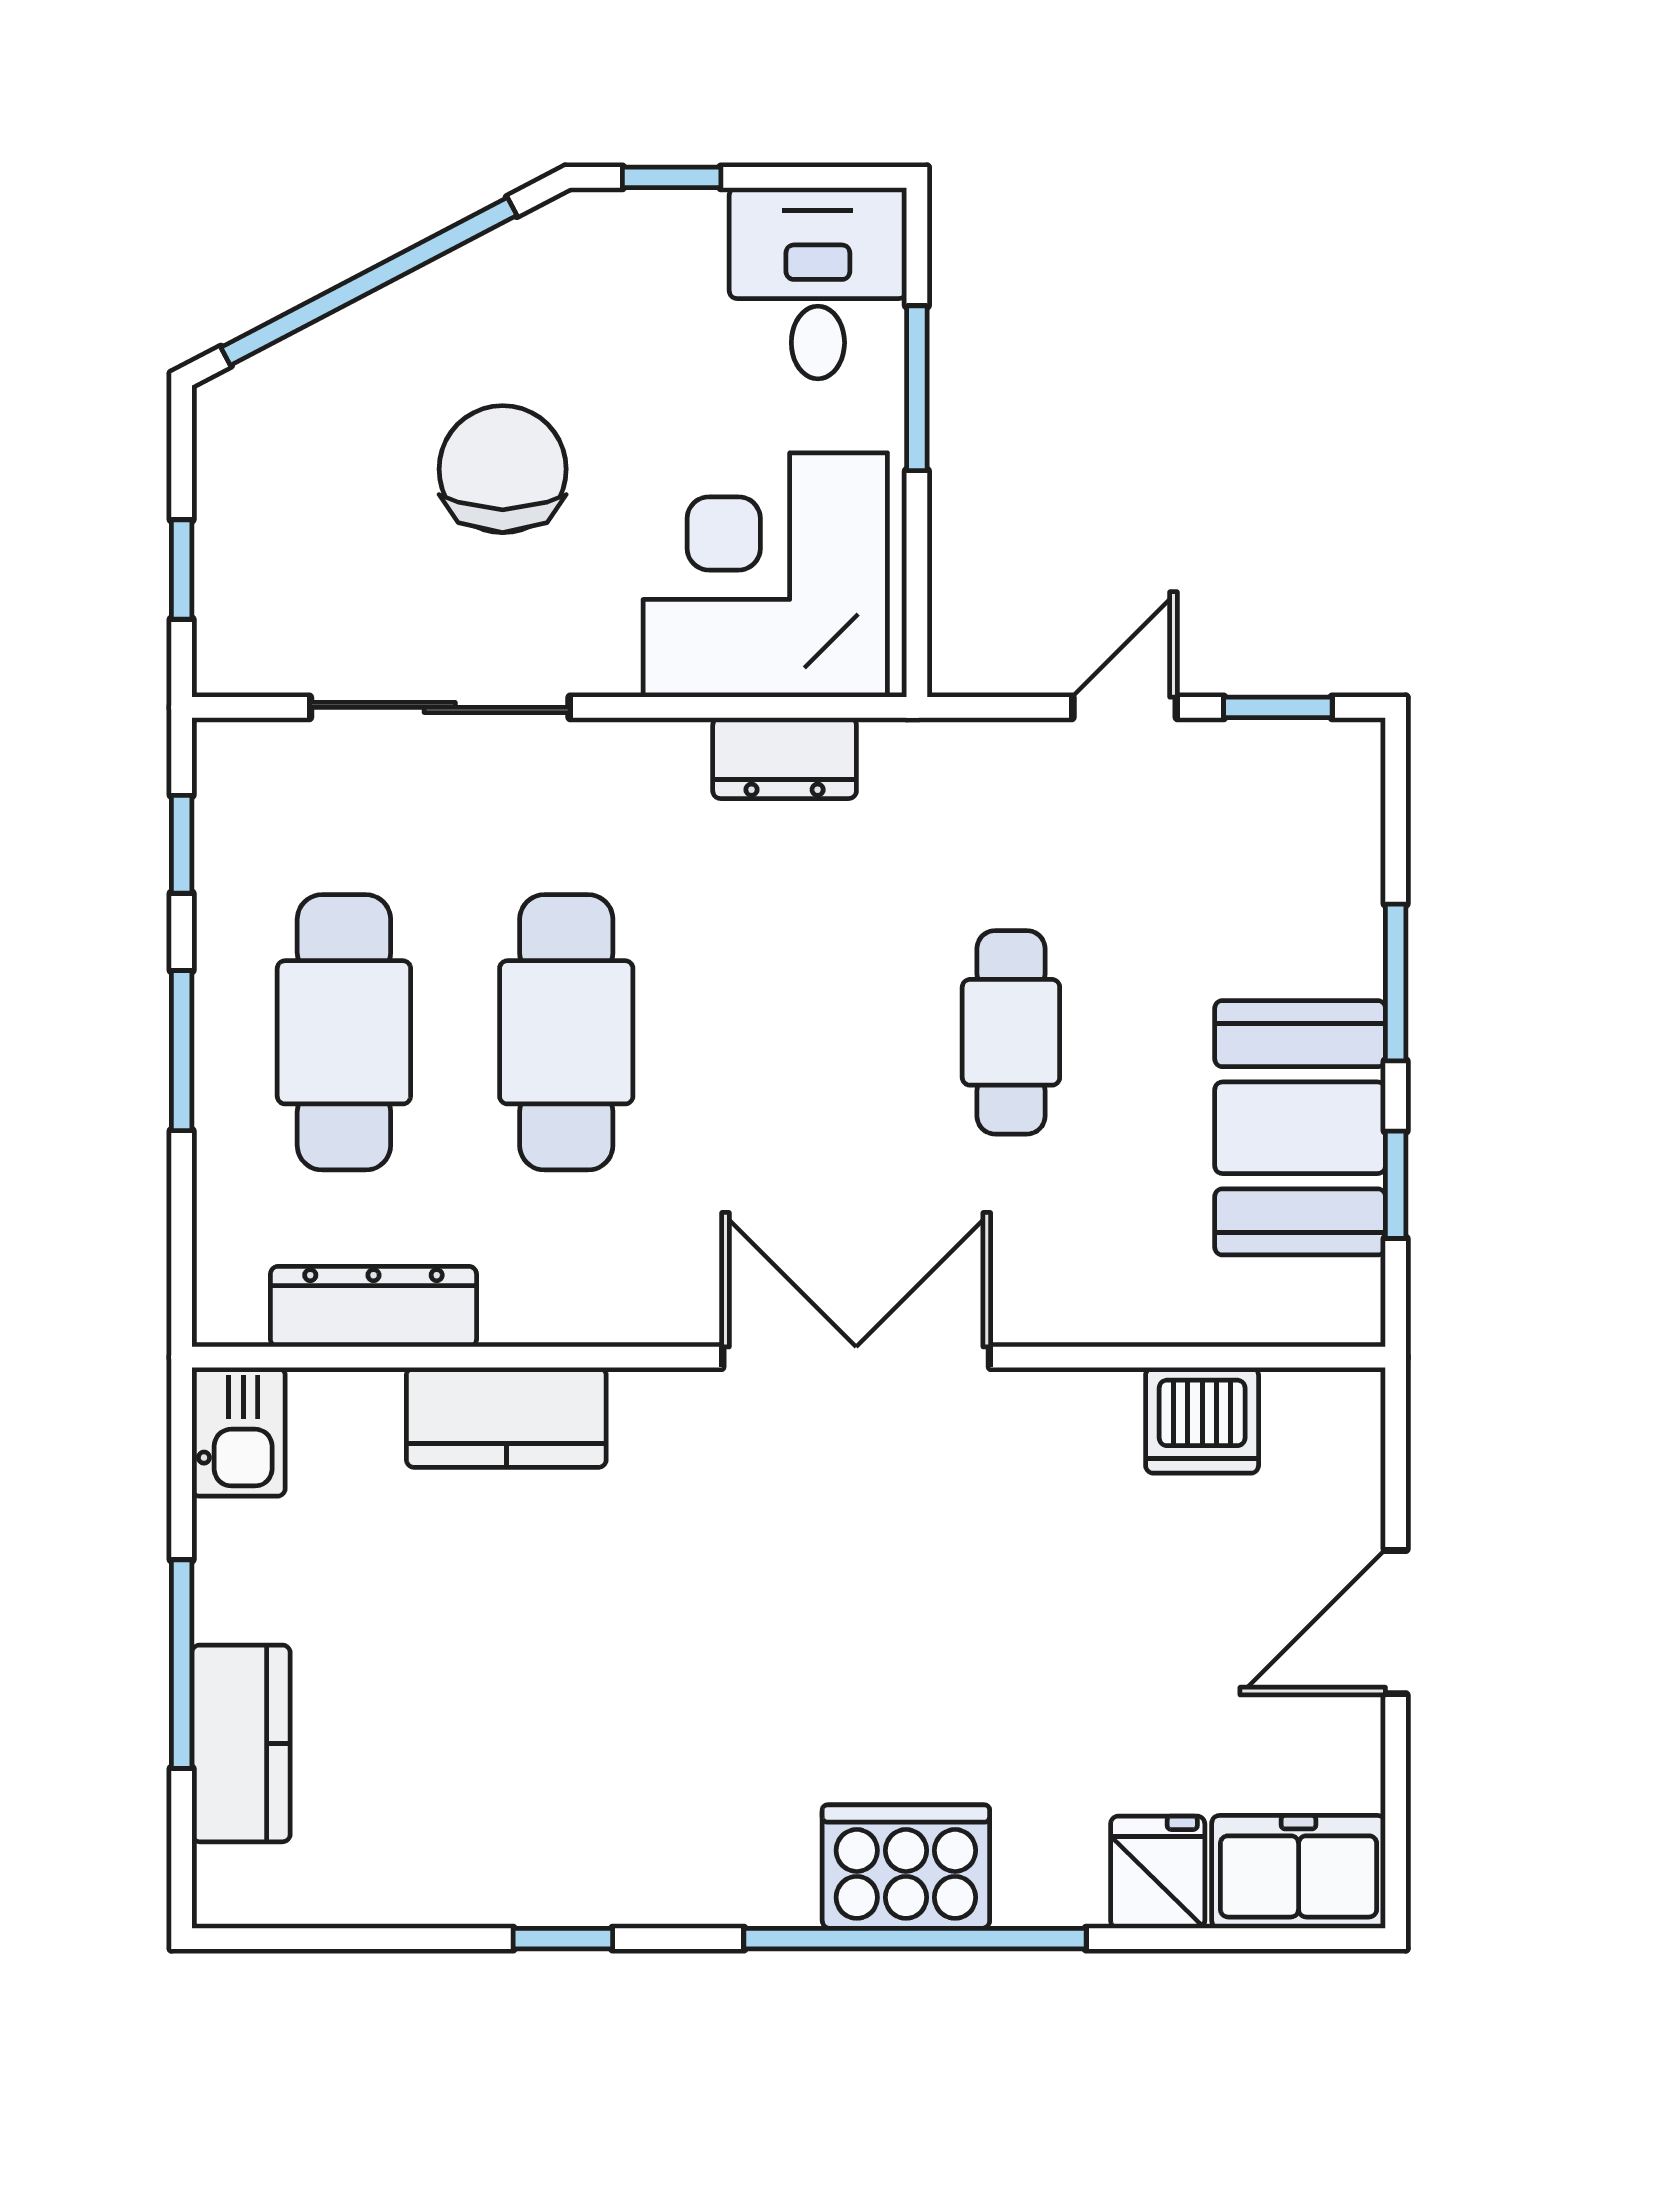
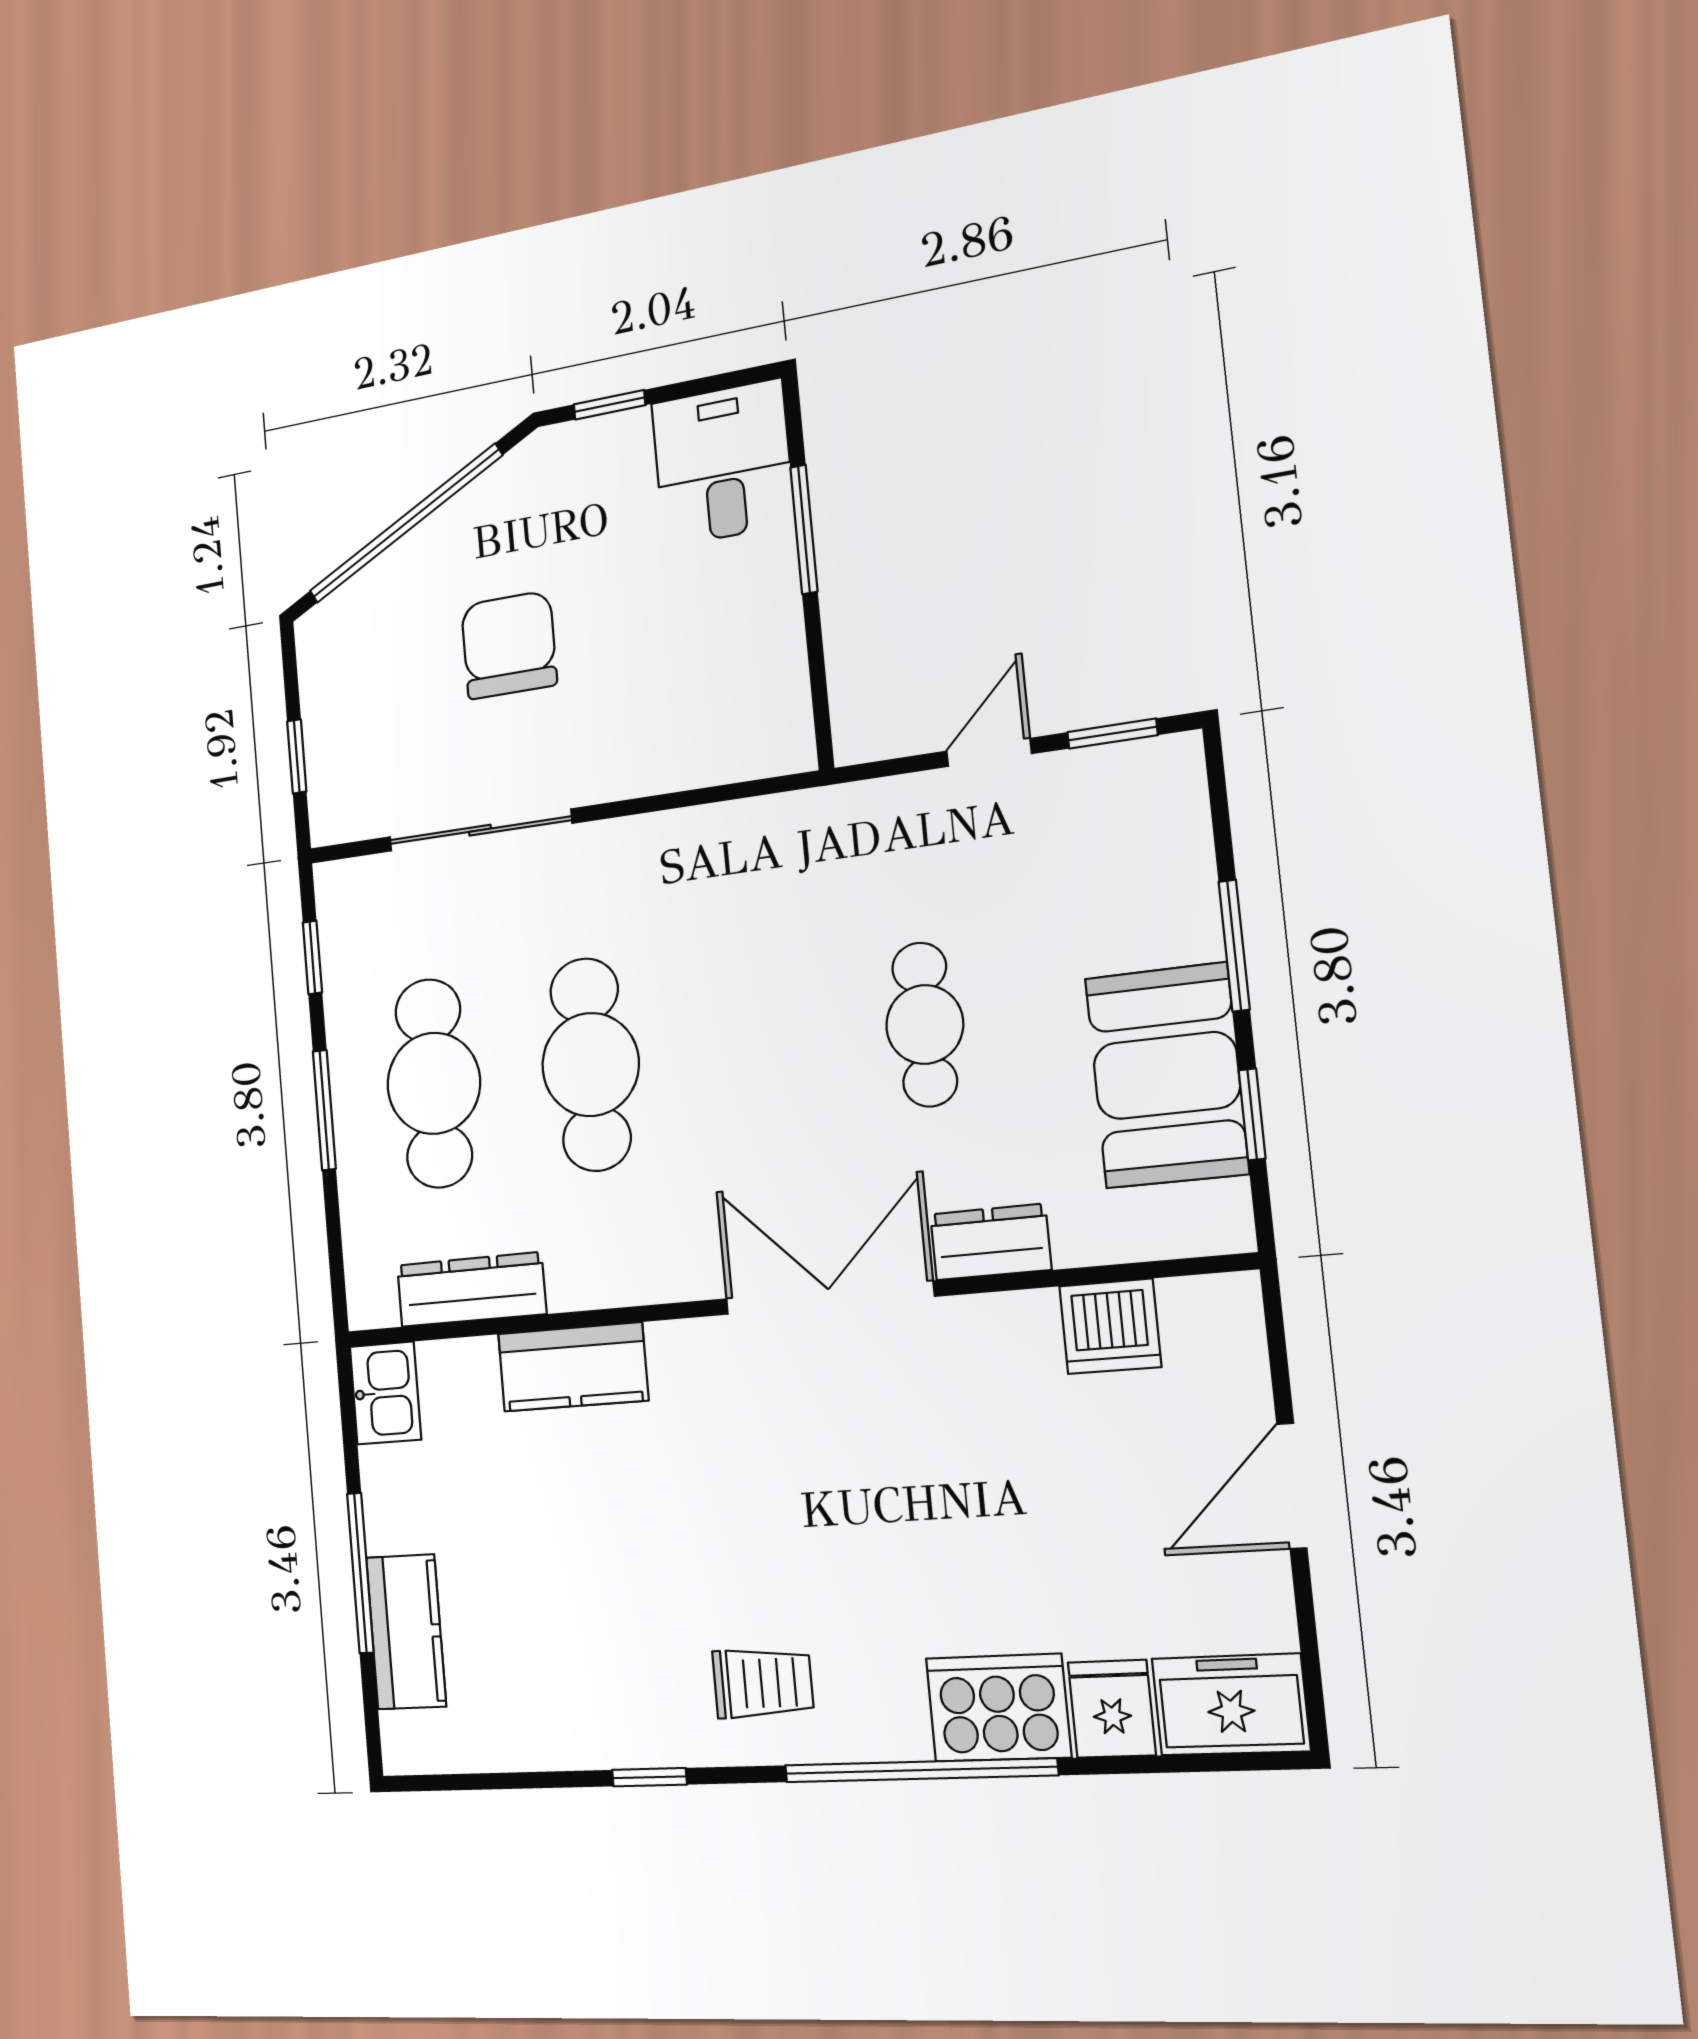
corner desk: (765, 575) -> (704, 693), removed
dresser: (785, 758) -> (991, 1242), moved, turned 180
trolley: (725, 1827) -> (763, 1683), added
cooker: (906, 1867) -> (998, 1708), moved

